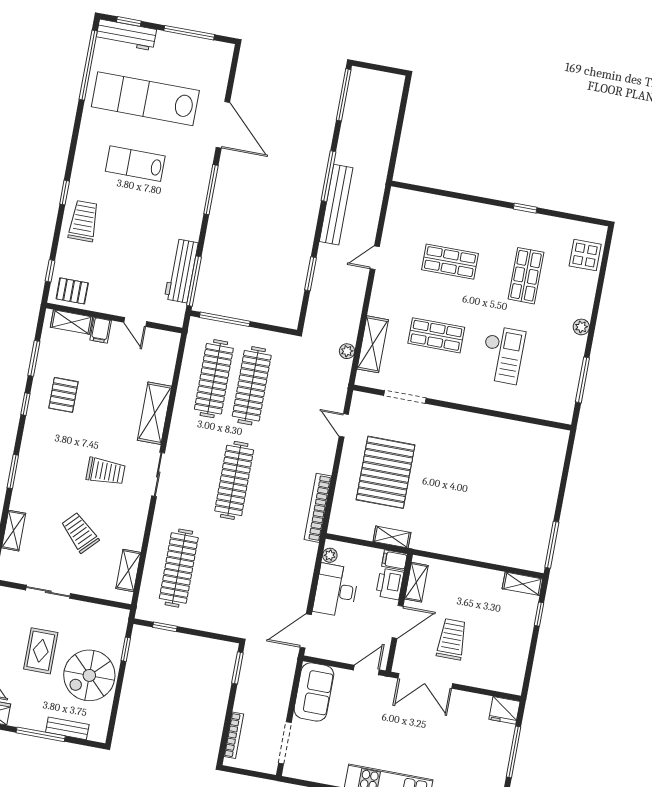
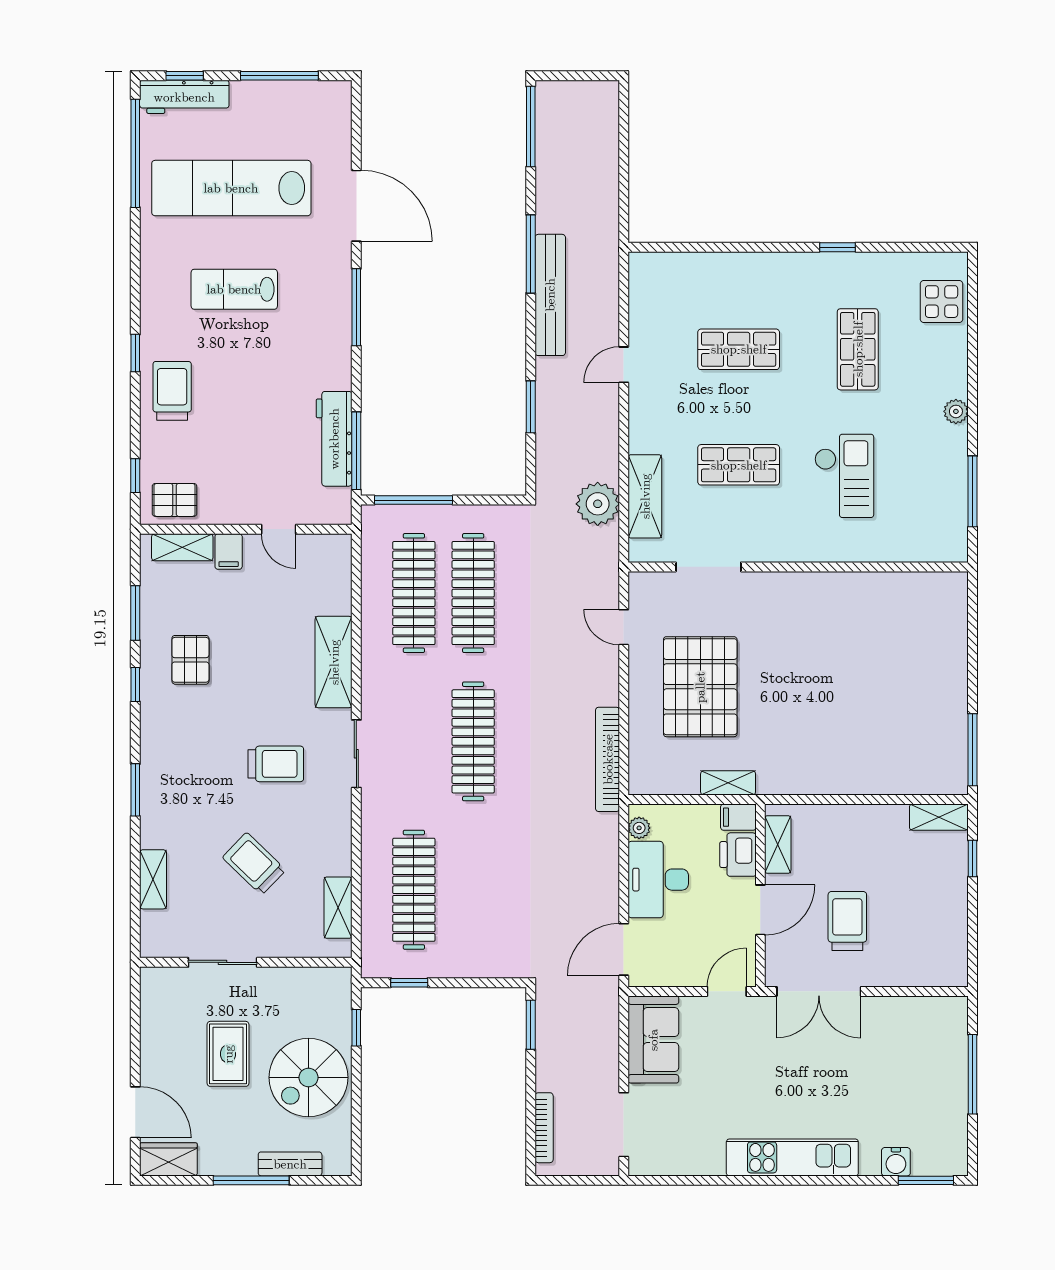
plant: (347, 351) -> (598, 504), width x1.88, depth x1.88
fridge: (504, 710) -> (947, 1014), removed

